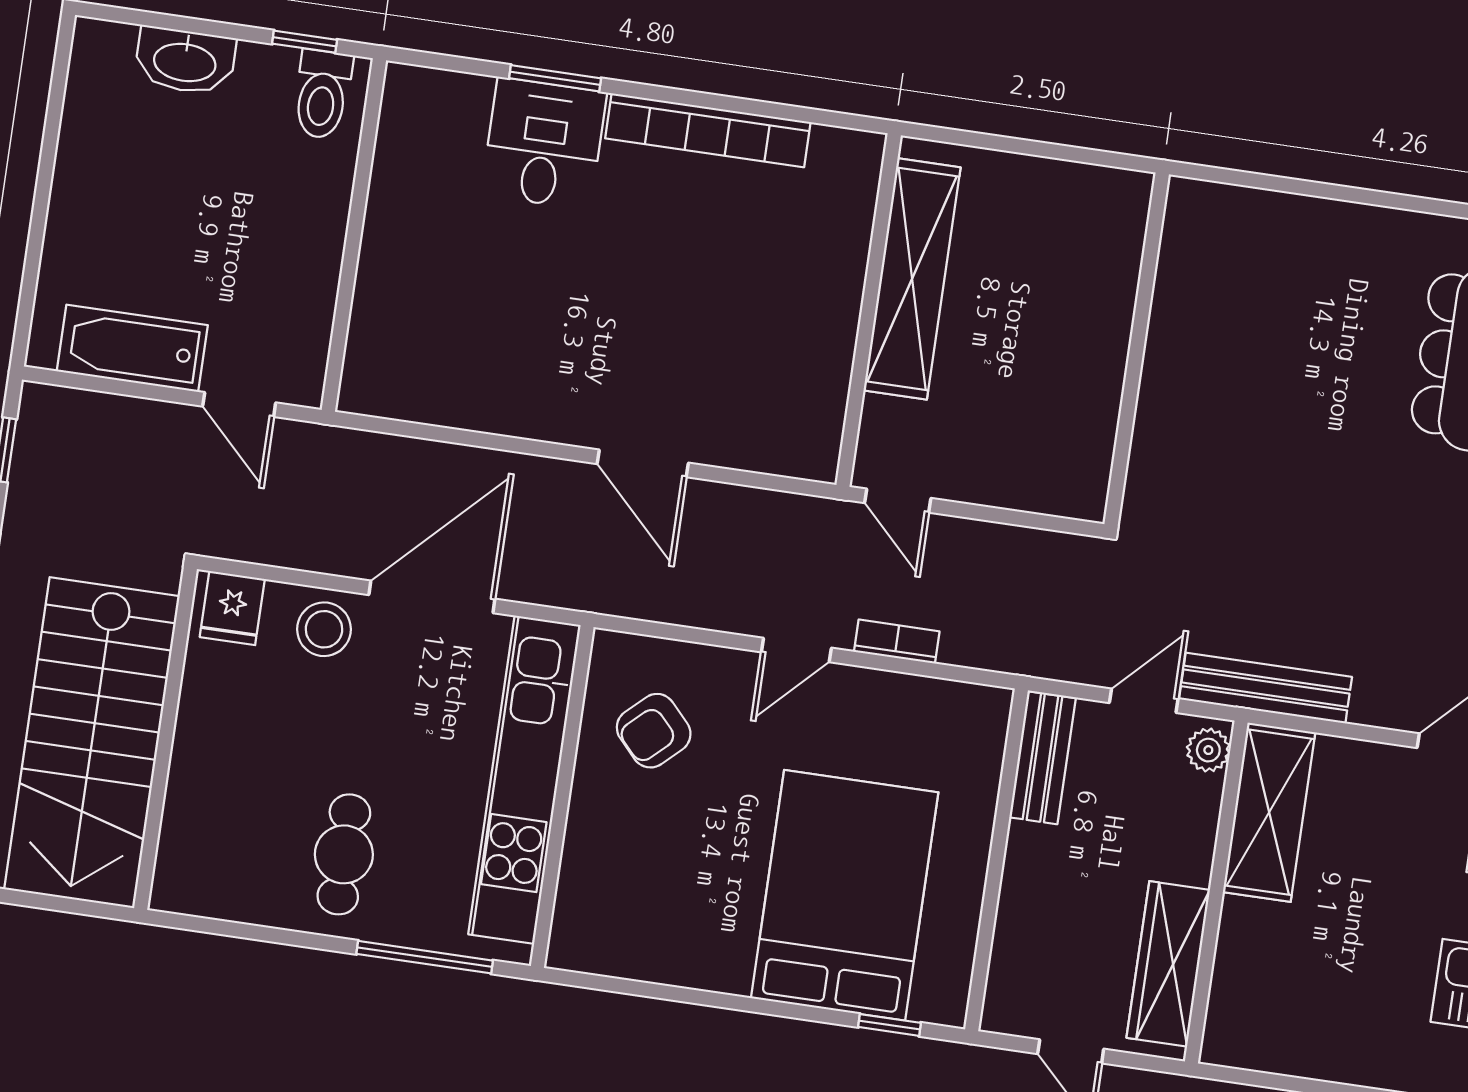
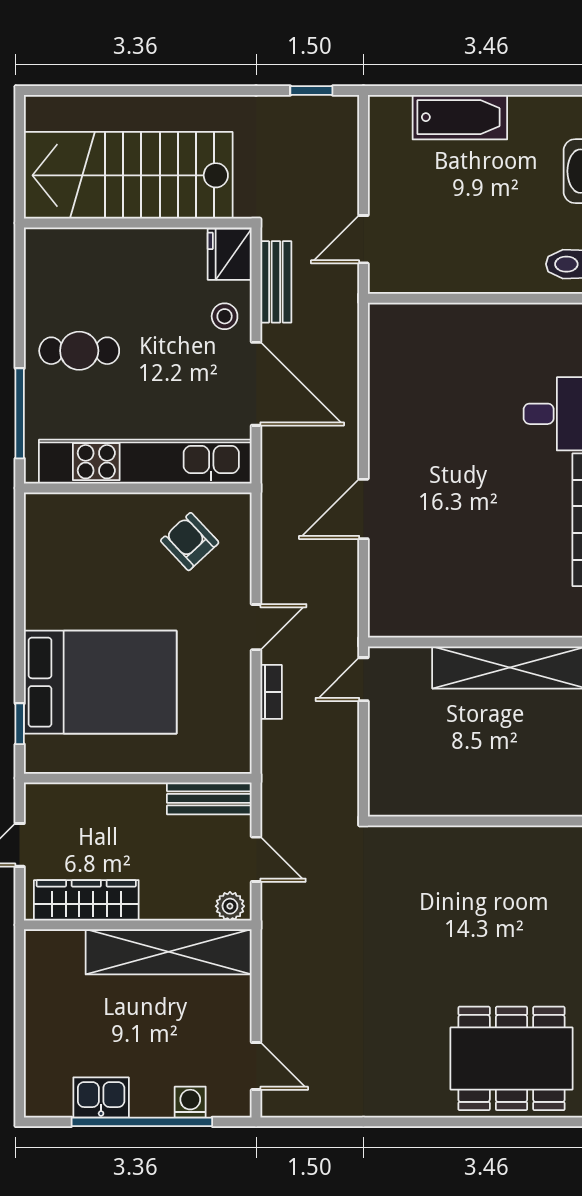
bathtub: (132, 348) -> (460, 117), moved, turned 90
fridge: (232, 608) -> (230, 254), width x1.38
stool: (324, 629) -> (225, 316), width x0.73, depth x0.73
door: (796, 650) -> (256, 627), swing flipped
bench: (1266, 688) -> (276, 282), moved, width x0.73
shelving: (1269, 812) -> (169, 952), width x1.47

